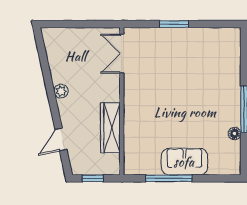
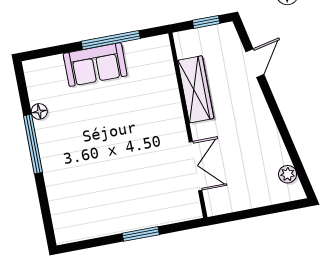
double door: (122, 54) -> (195, 166), moved
plant: (61, 91) -> (288, 174), moved

